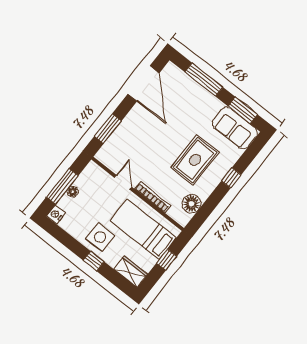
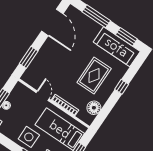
sofa: (235, 128) -> (117, 47), width x1.36

